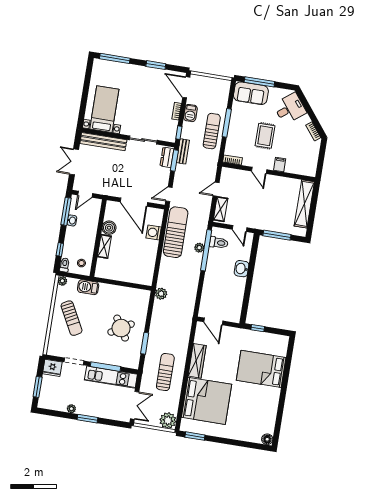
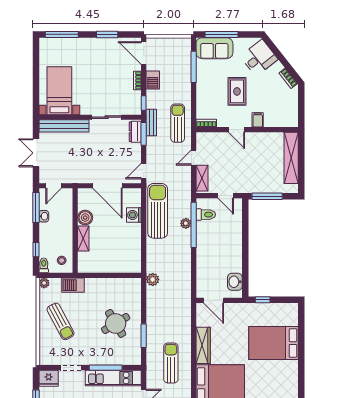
window: (227, 123) -> (194, 67), moved
sun lounger: (212, 131) -> (178, 123), moved
washbasin: (242, 269) -> (235, 282), moved

